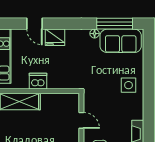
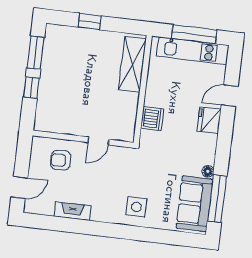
dishwasher: (38, 81) -> (152, 119), moved

